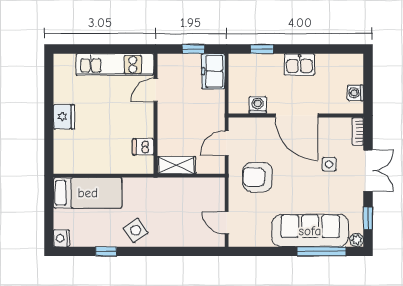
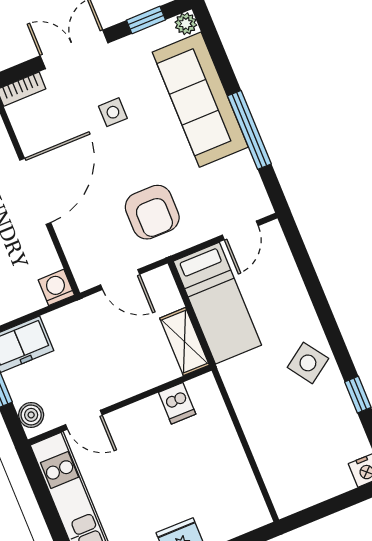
boiler: (171, 61) -> (31, 415), added
washing machine: (258, 105) -> (56, 287), moved, turned 90
side table: (329, 164) -> (113, 112), moved
bed: (88, 193) -> (217, 303), moved, turned 180
window: (321, 251) -> (249, 130), moved

